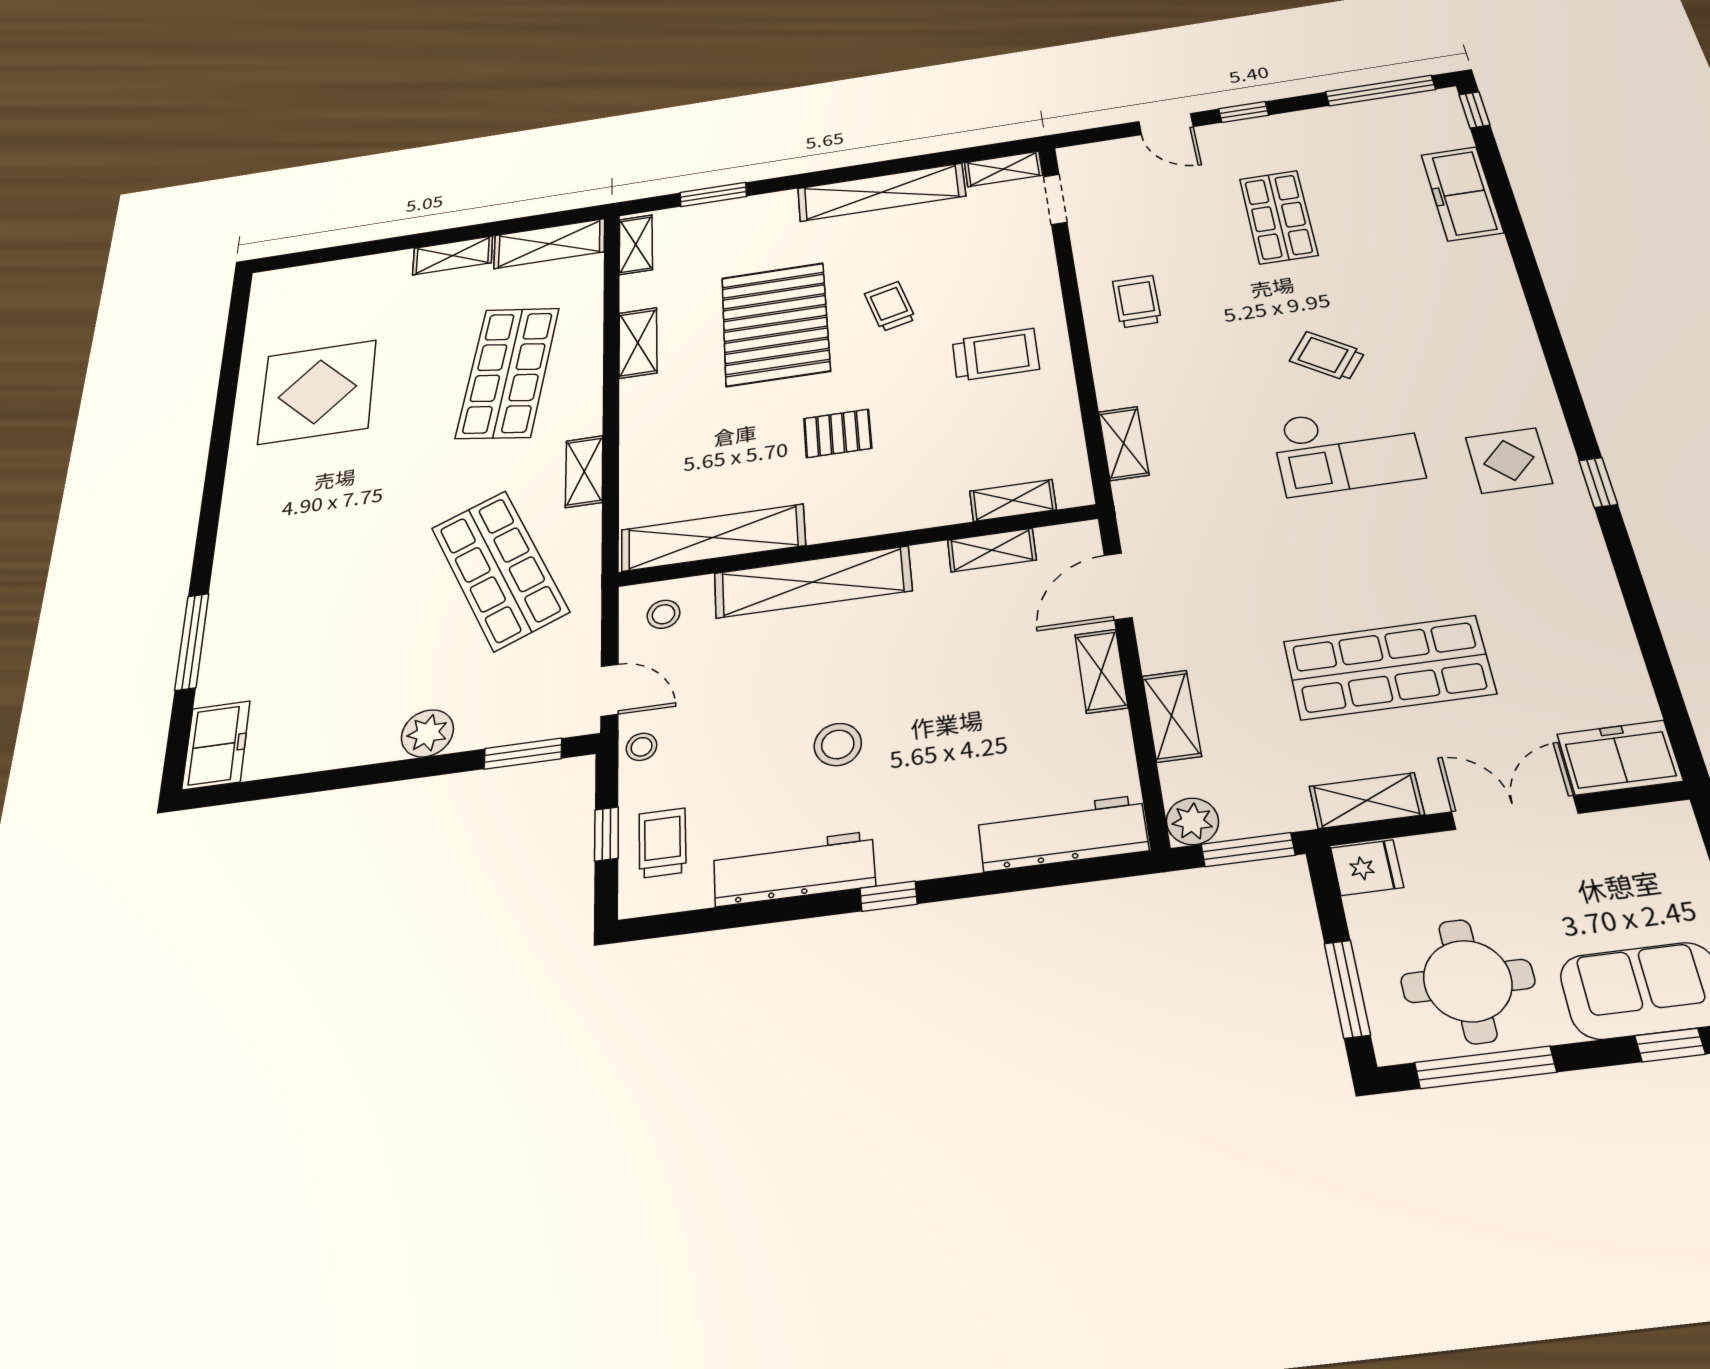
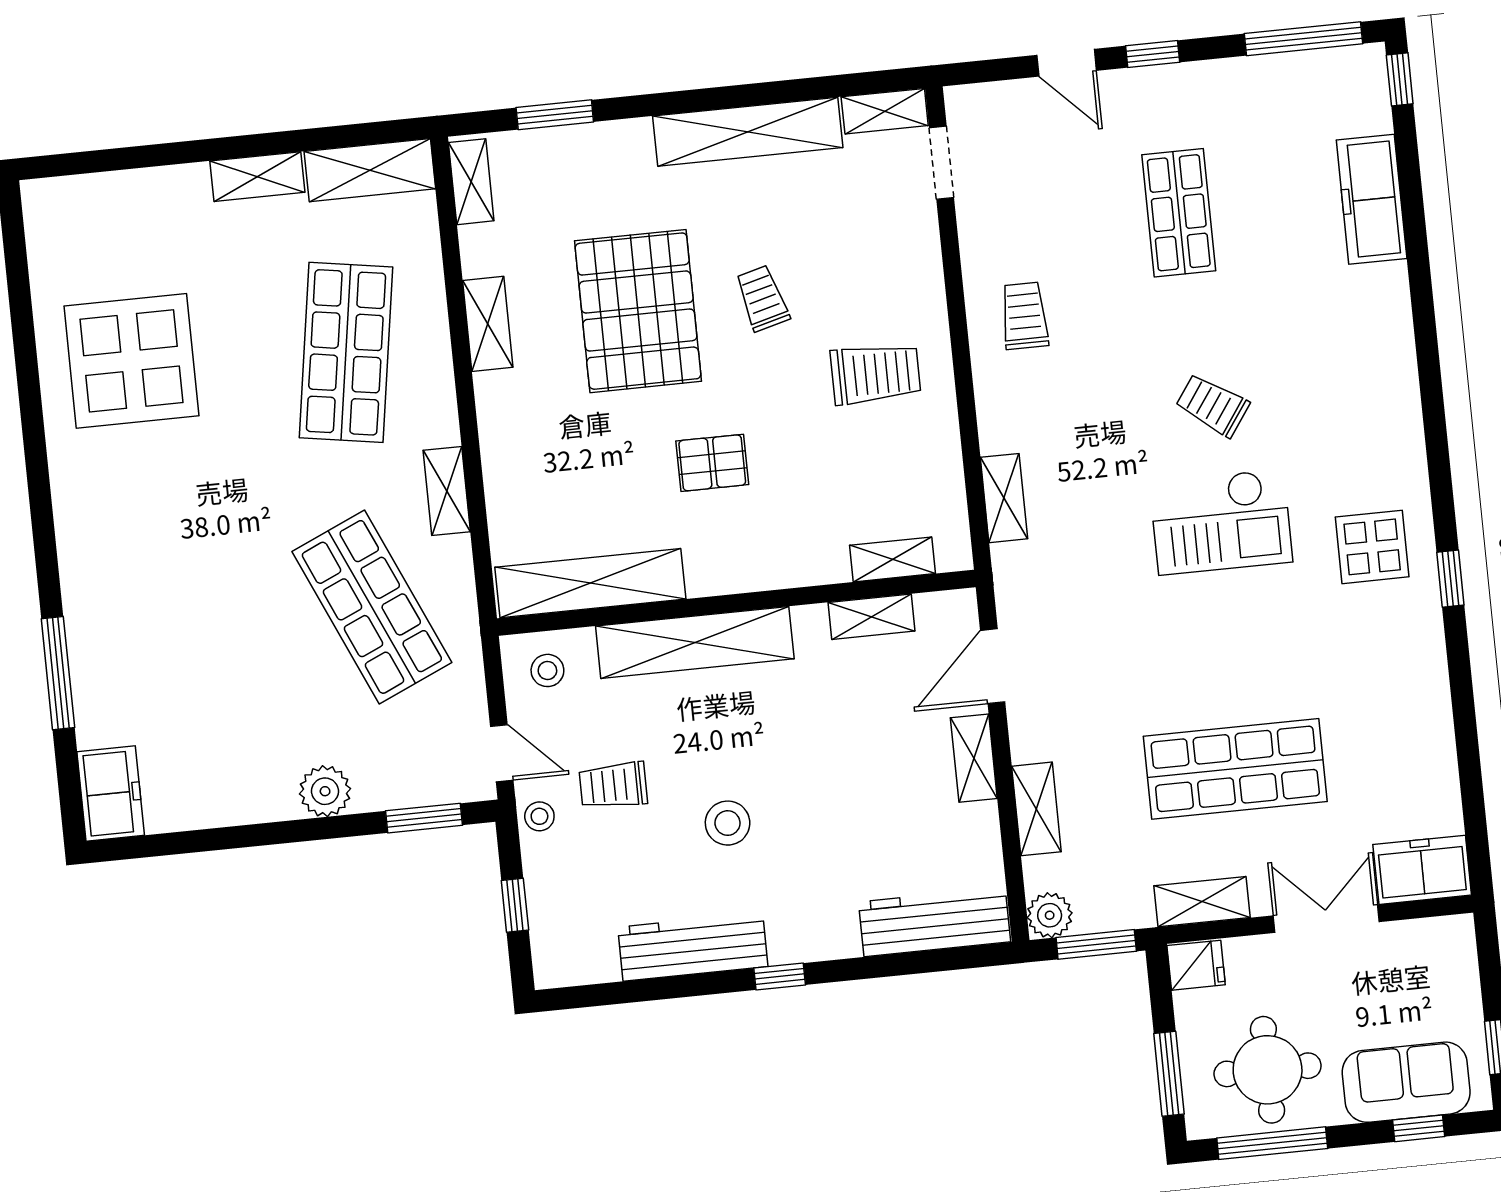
trolley: (663, 843) -> (613, 785), moved, turned -90

